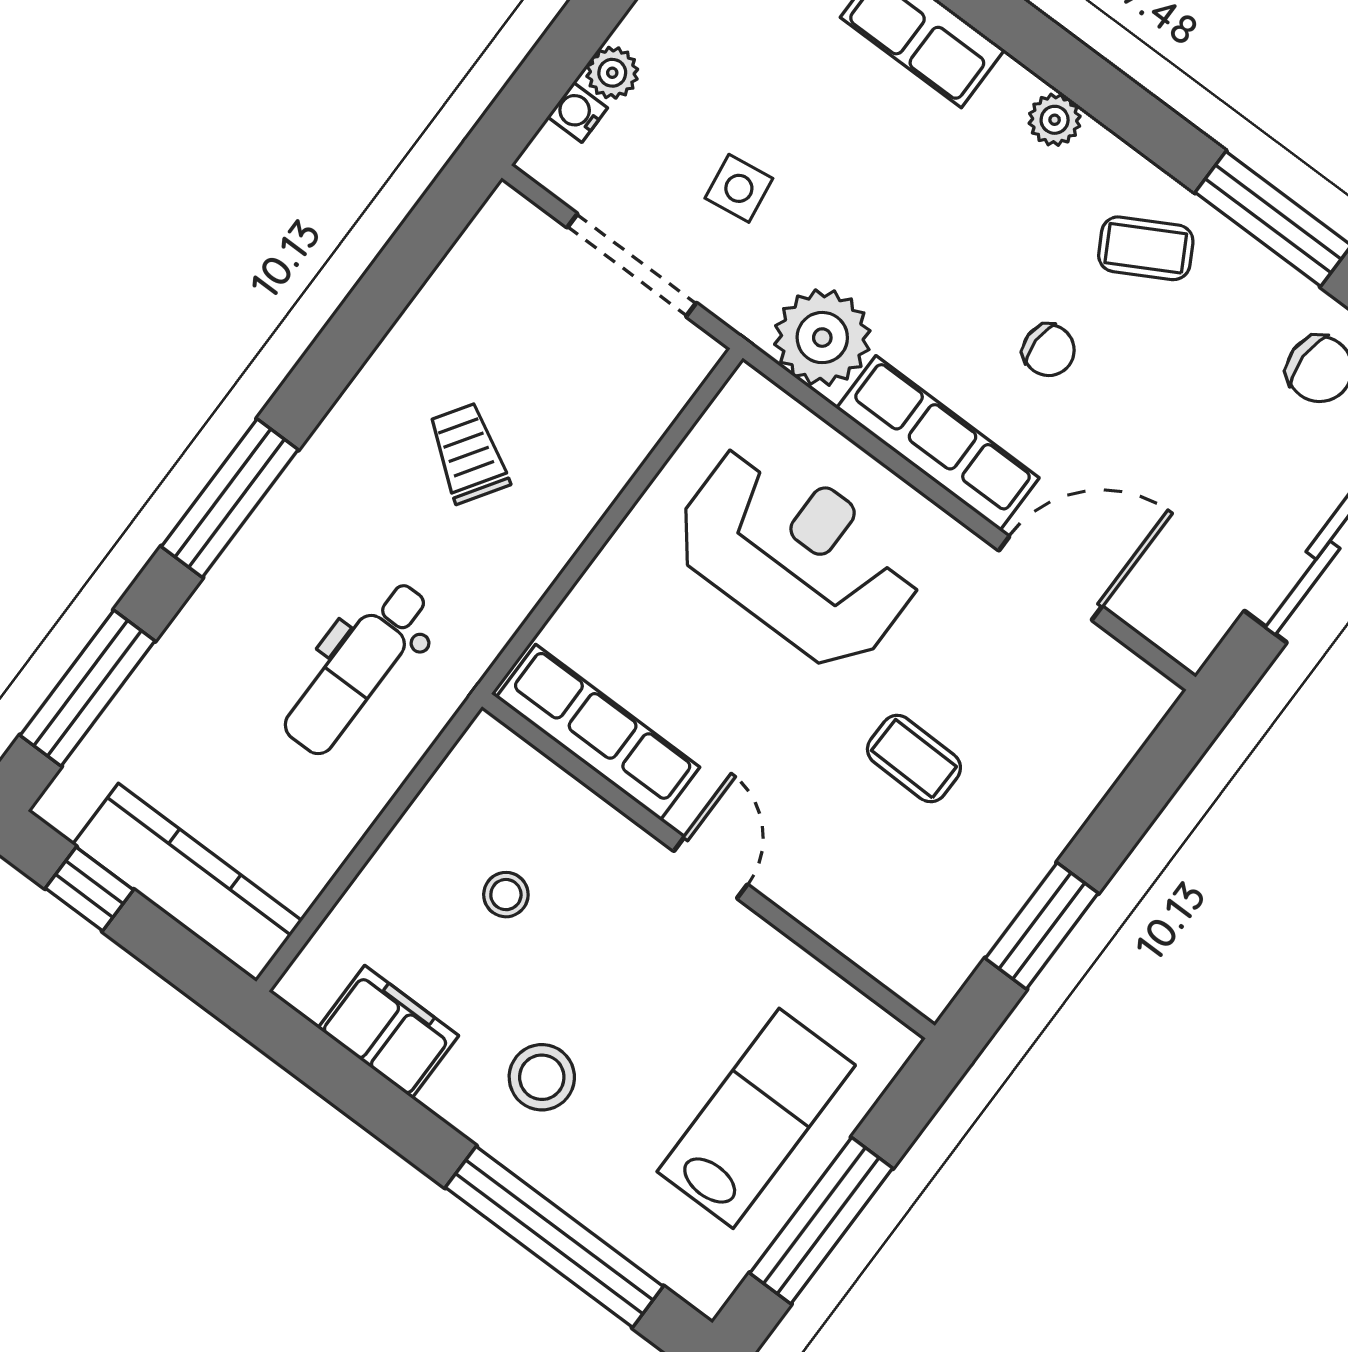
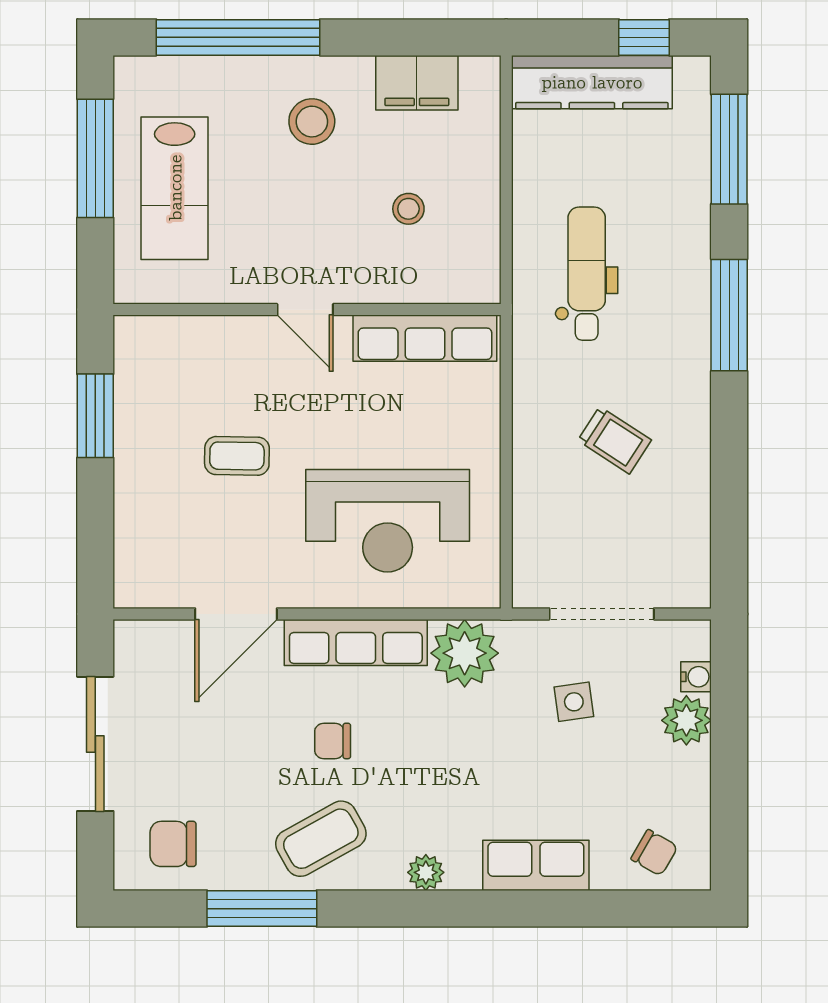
plant: (612, 73) -> (686, 720), width x1.38, depth x1.38
coffee table: (1146, 248) -> (321, 839), width x1.36, depth x1.30

